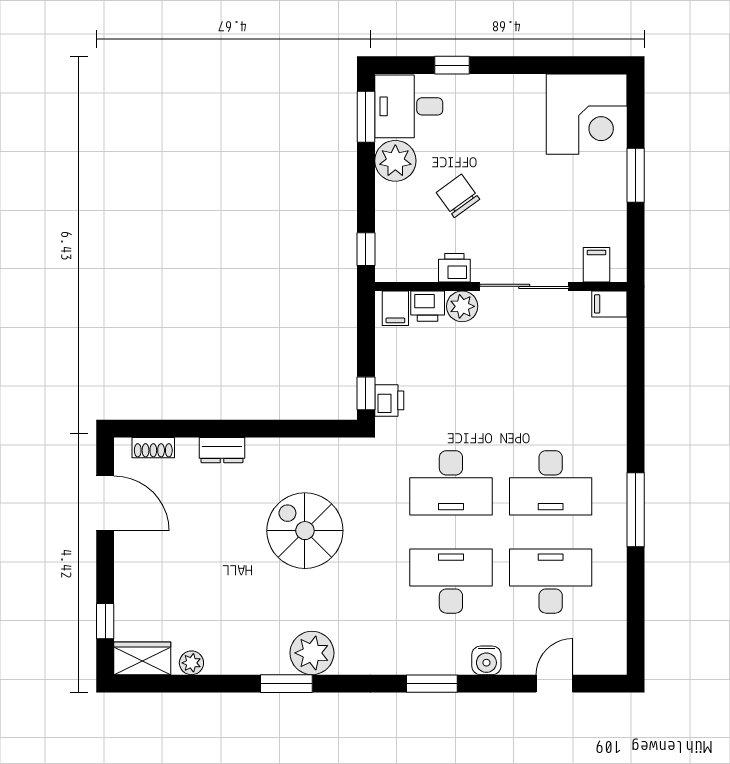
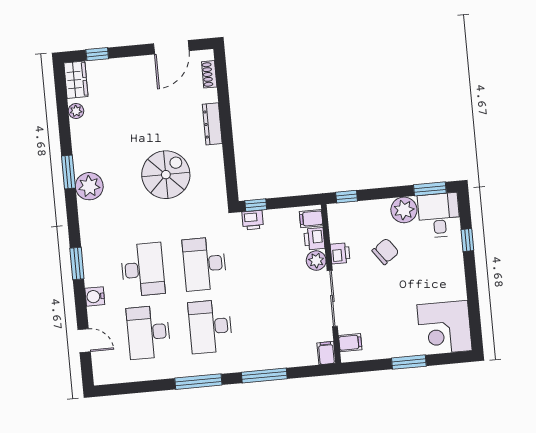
window: (636, 405) -> (264, 375), added
dresser: (222, 450) -> (212, 124), width x1.44
desk: (551, 581) -> (148, 332), turned 180

